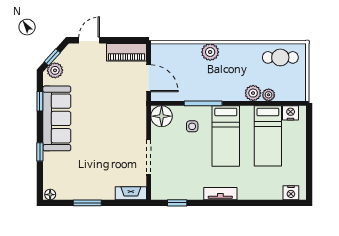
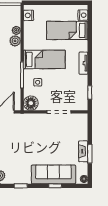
sofa: (57, 118) -> (53, 174), moved
bed: (268, 136) -> (67, 30), moved, turned 180
fireplace: (131, 193) -> (83, 151), moved

